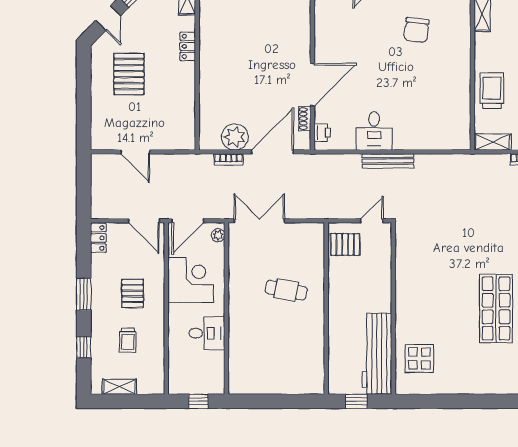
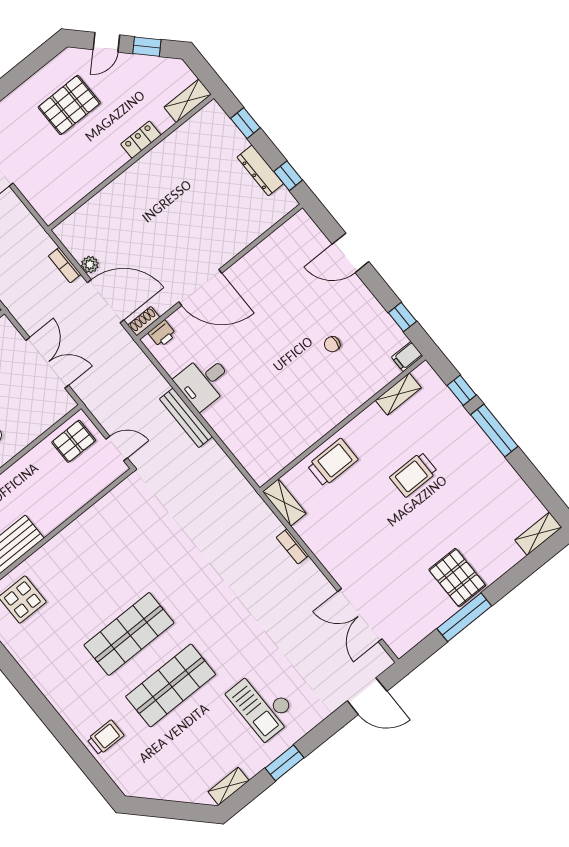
chair: (416, 30) -> (332, 344), width x0.54, depth x0.54
shoe rack: (305, 119) -> (144, 321), moved
plant: (235, 137) -> (90, 265), width x0.53, depth x0.53
double door: (259, 221) -> (47, 363), moved
pallet: (345, 244) -> (74, 441), turned 90

